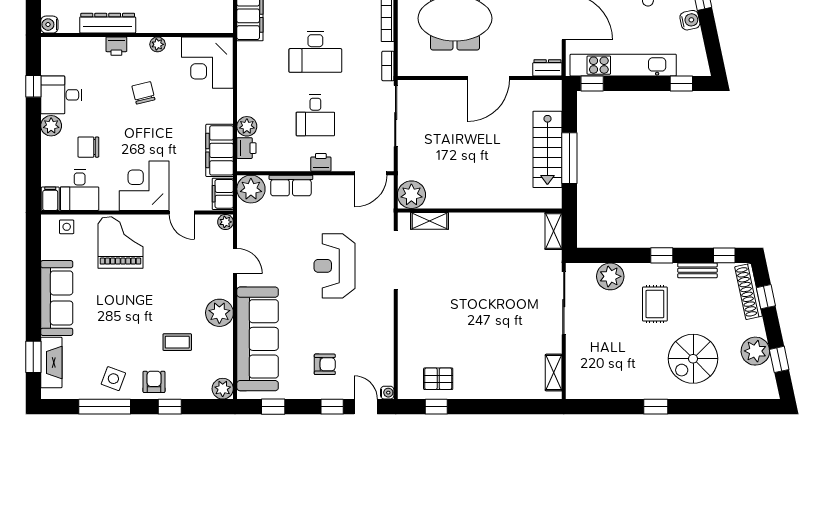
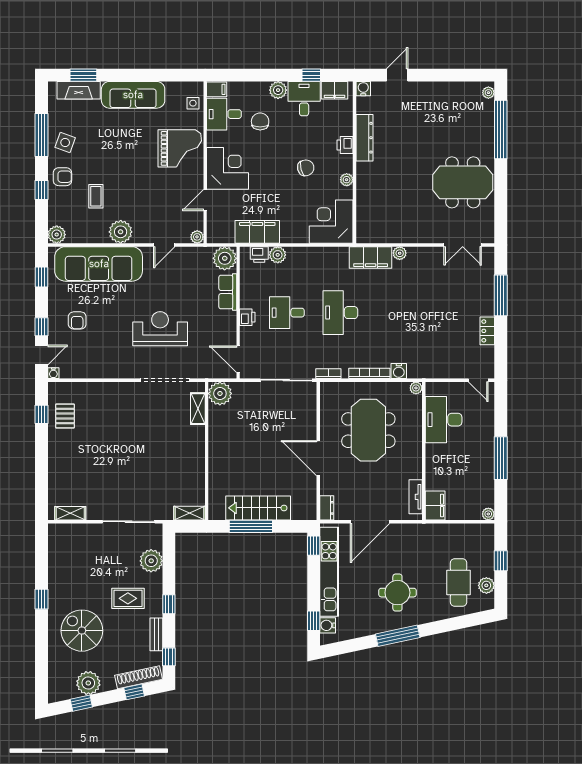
water cooler: (690, 20) -> (328, 625), moved, turned 102
filing cabinet: (223, 194) -> (335, 90), moved, turned 180

